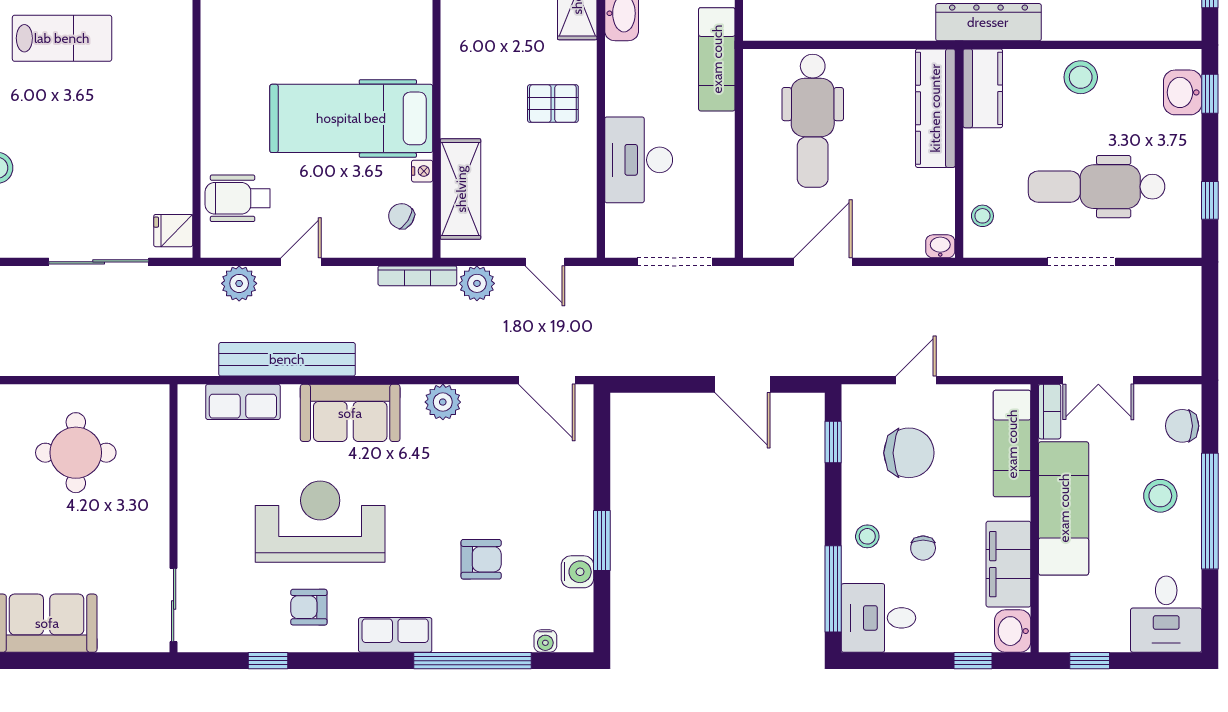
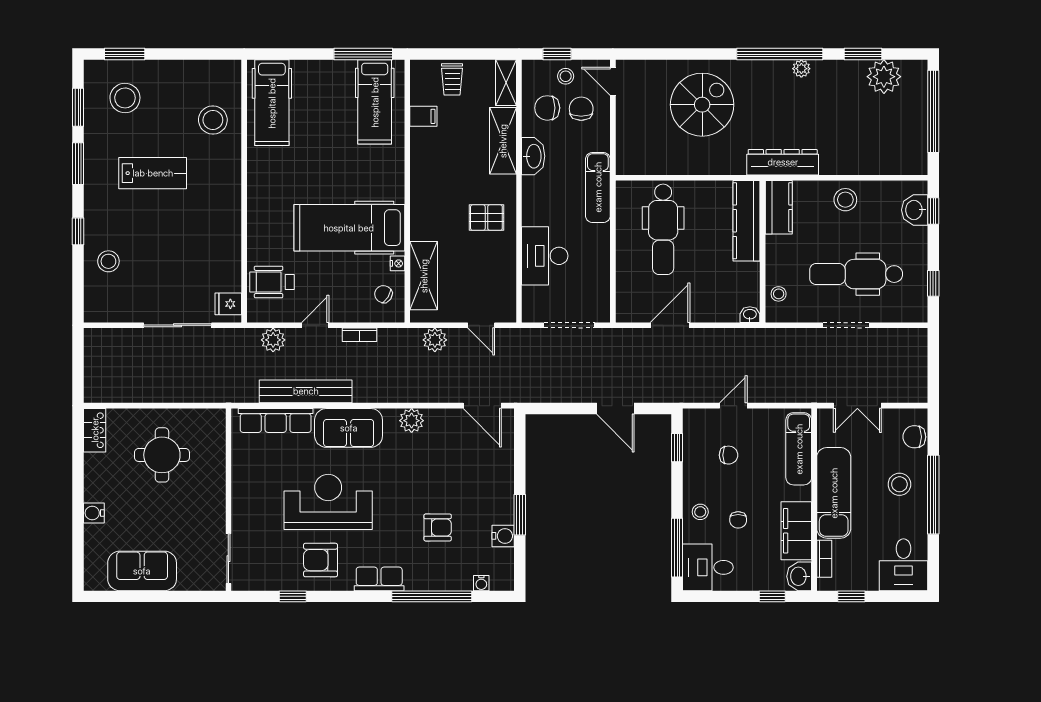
bookcase: (417, 276) -> (360, 335), moved, width x0.64
row of seats: (243, 402) -> (276, 420), width x1.48
bookcase: (1050, 412) -> (824, 559), moved
chair: (909, 453) -> (729, 455), width x0.54, depth x0.54
armchair: (309, 607) -> (321, 560), width x1.38, depth x1.38

